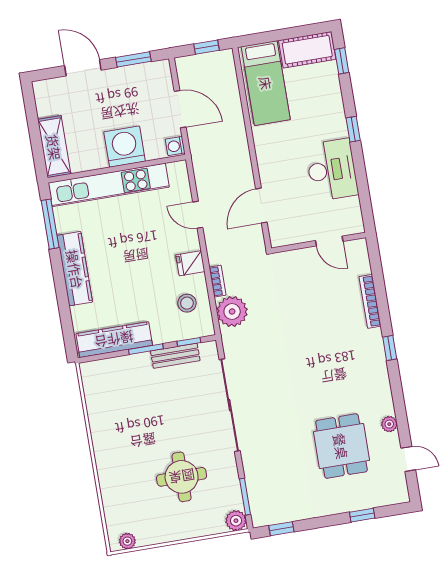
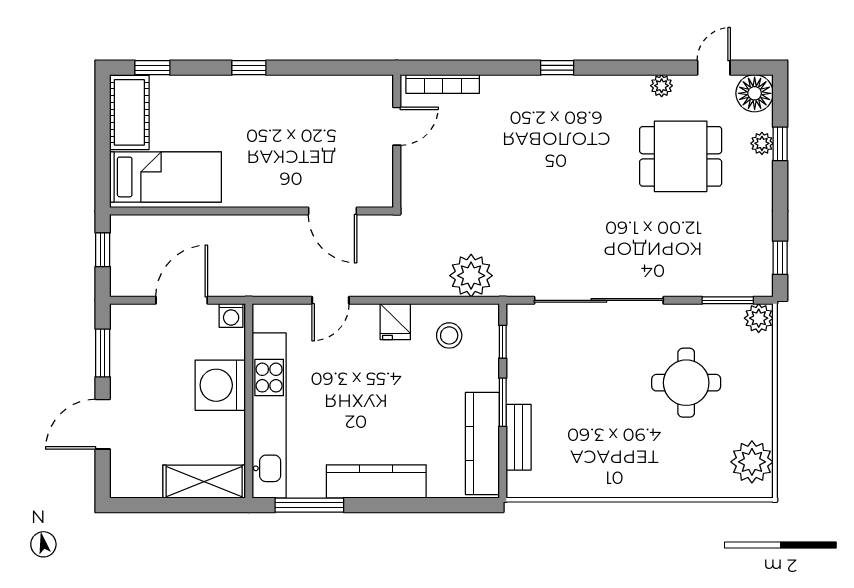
desk: (332, 170) -> (300, 106), removed
bookcase: (218, 281) -> (426, 288), removed
bookcase: (370, 301) -> (443, 84), moved
bench: (175, 356) -> (519, 437), moved
floor lamp: (395, 491) -> (755, 93), added
plant: (360, 502) -> (762, 143), added
plant: (127, 541) -> (752, 462), width x1.88, depth x1.88

